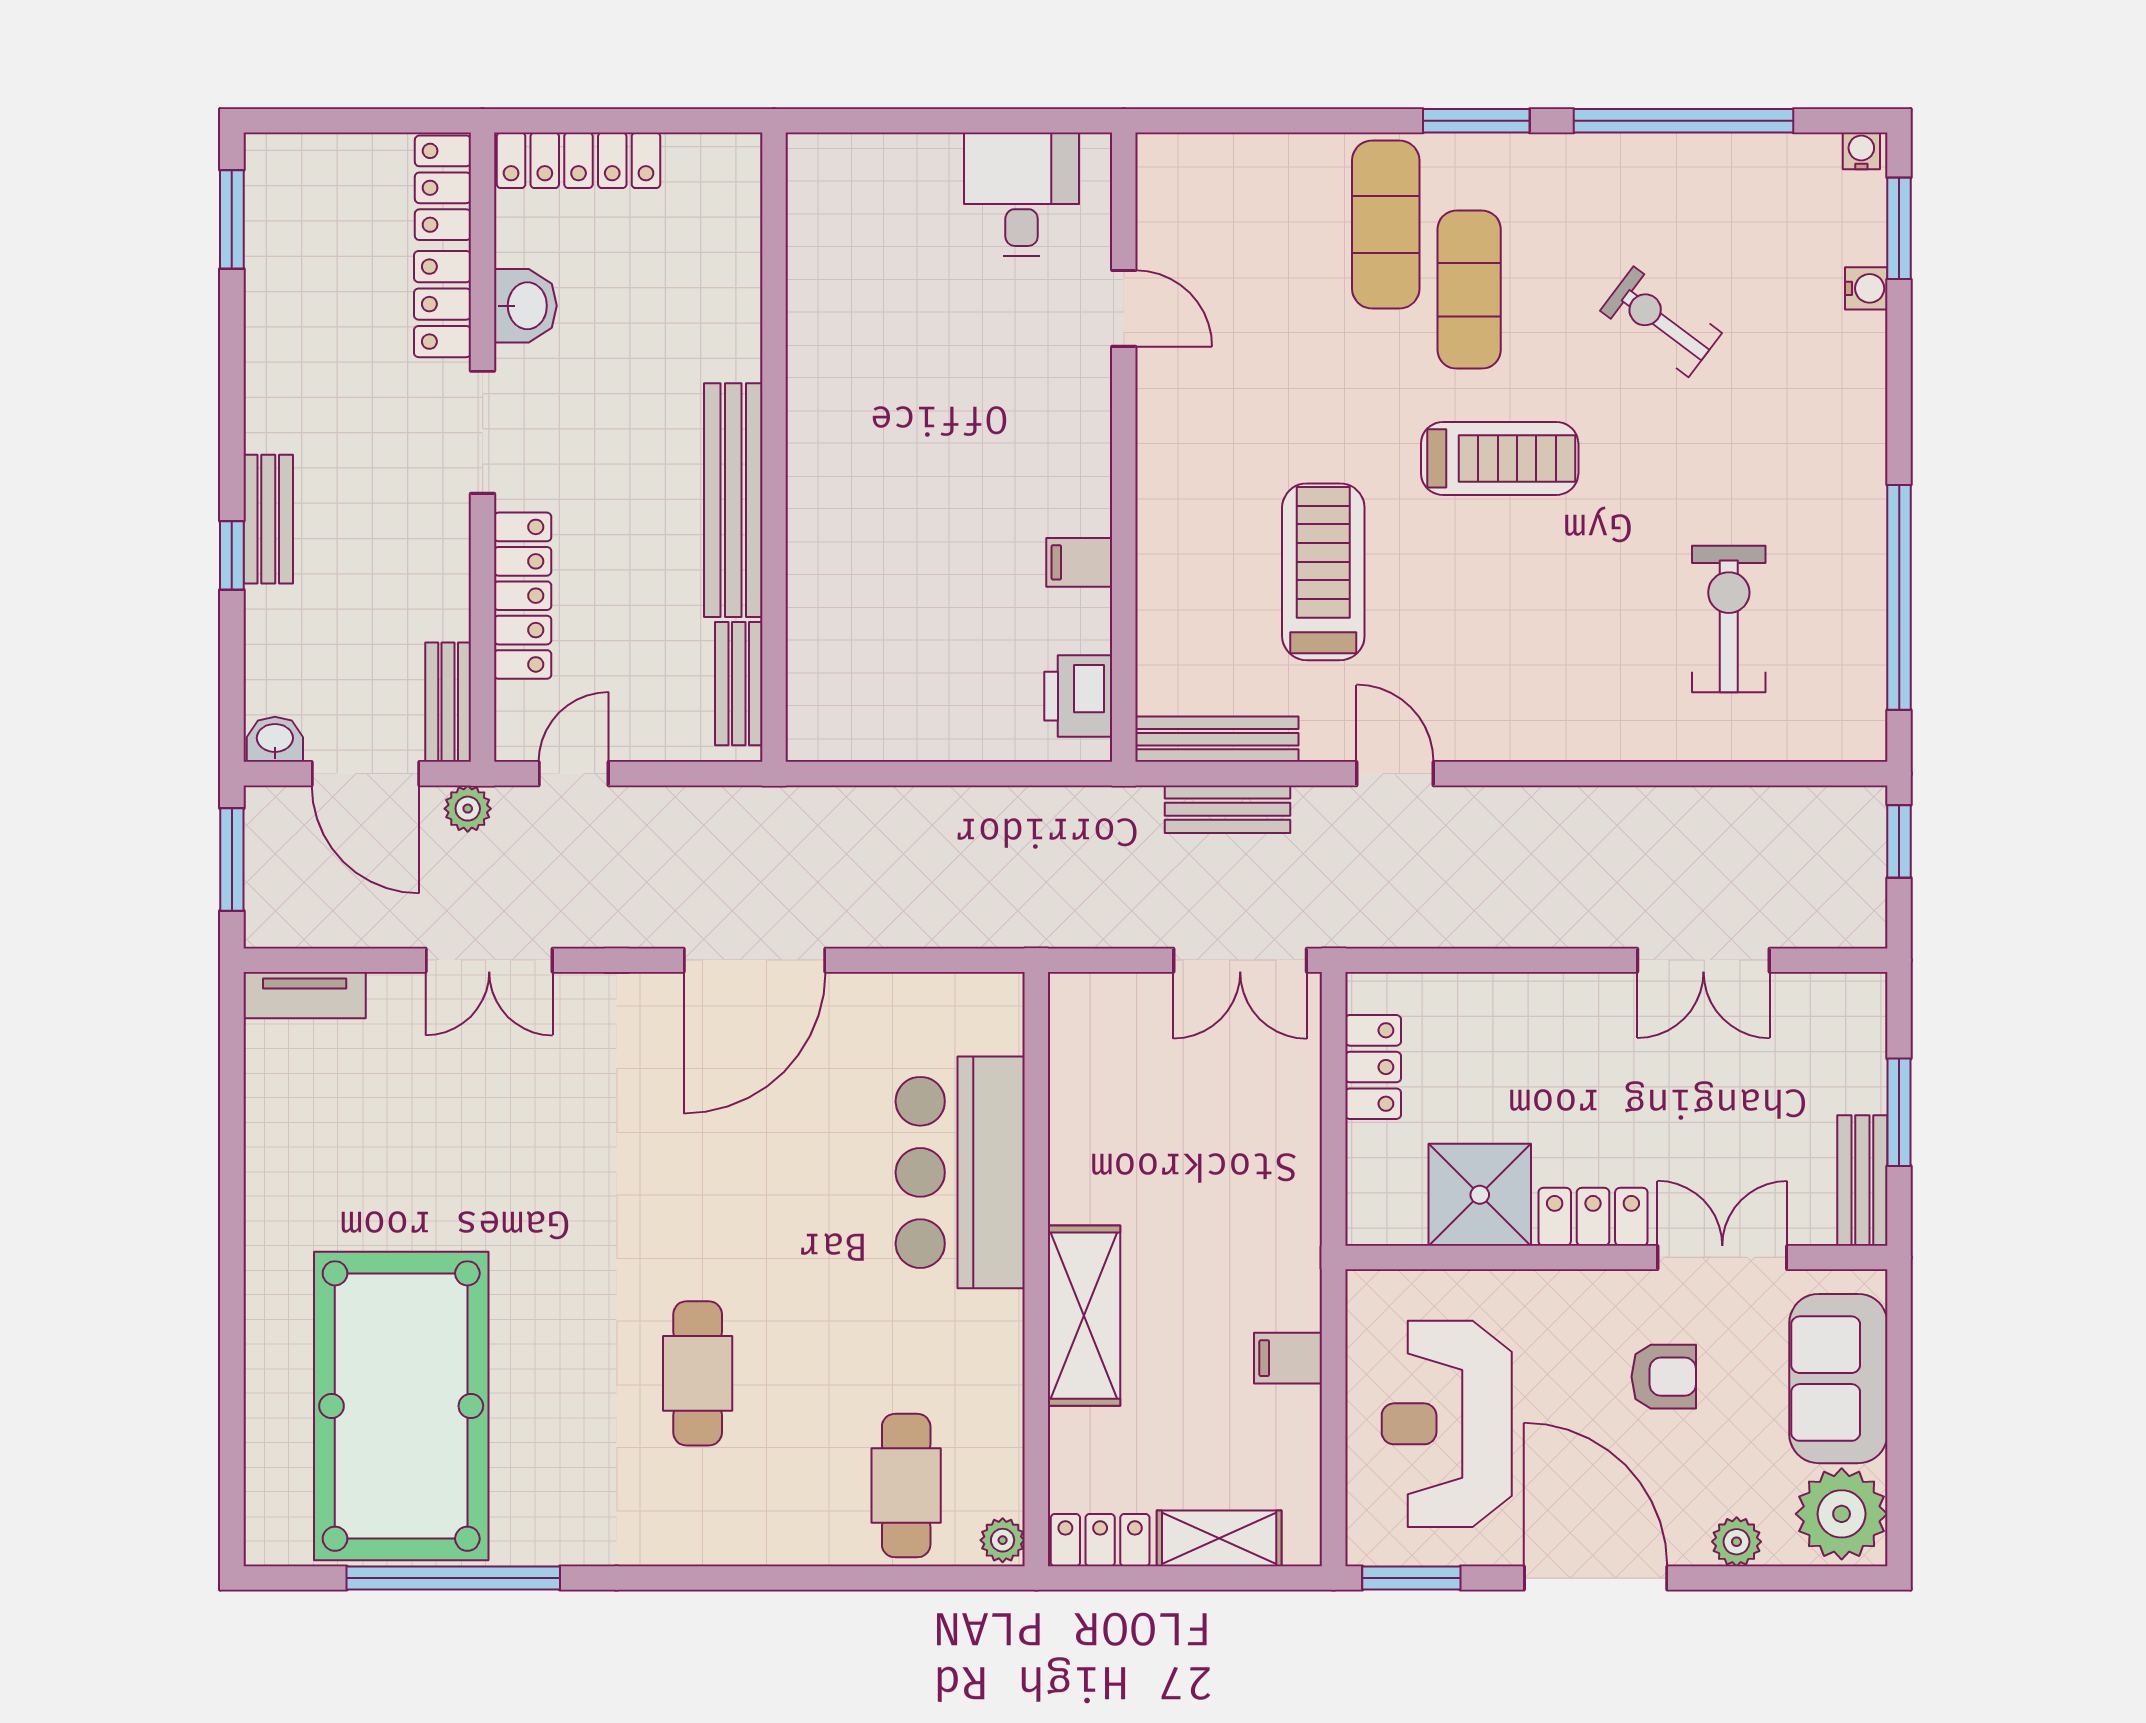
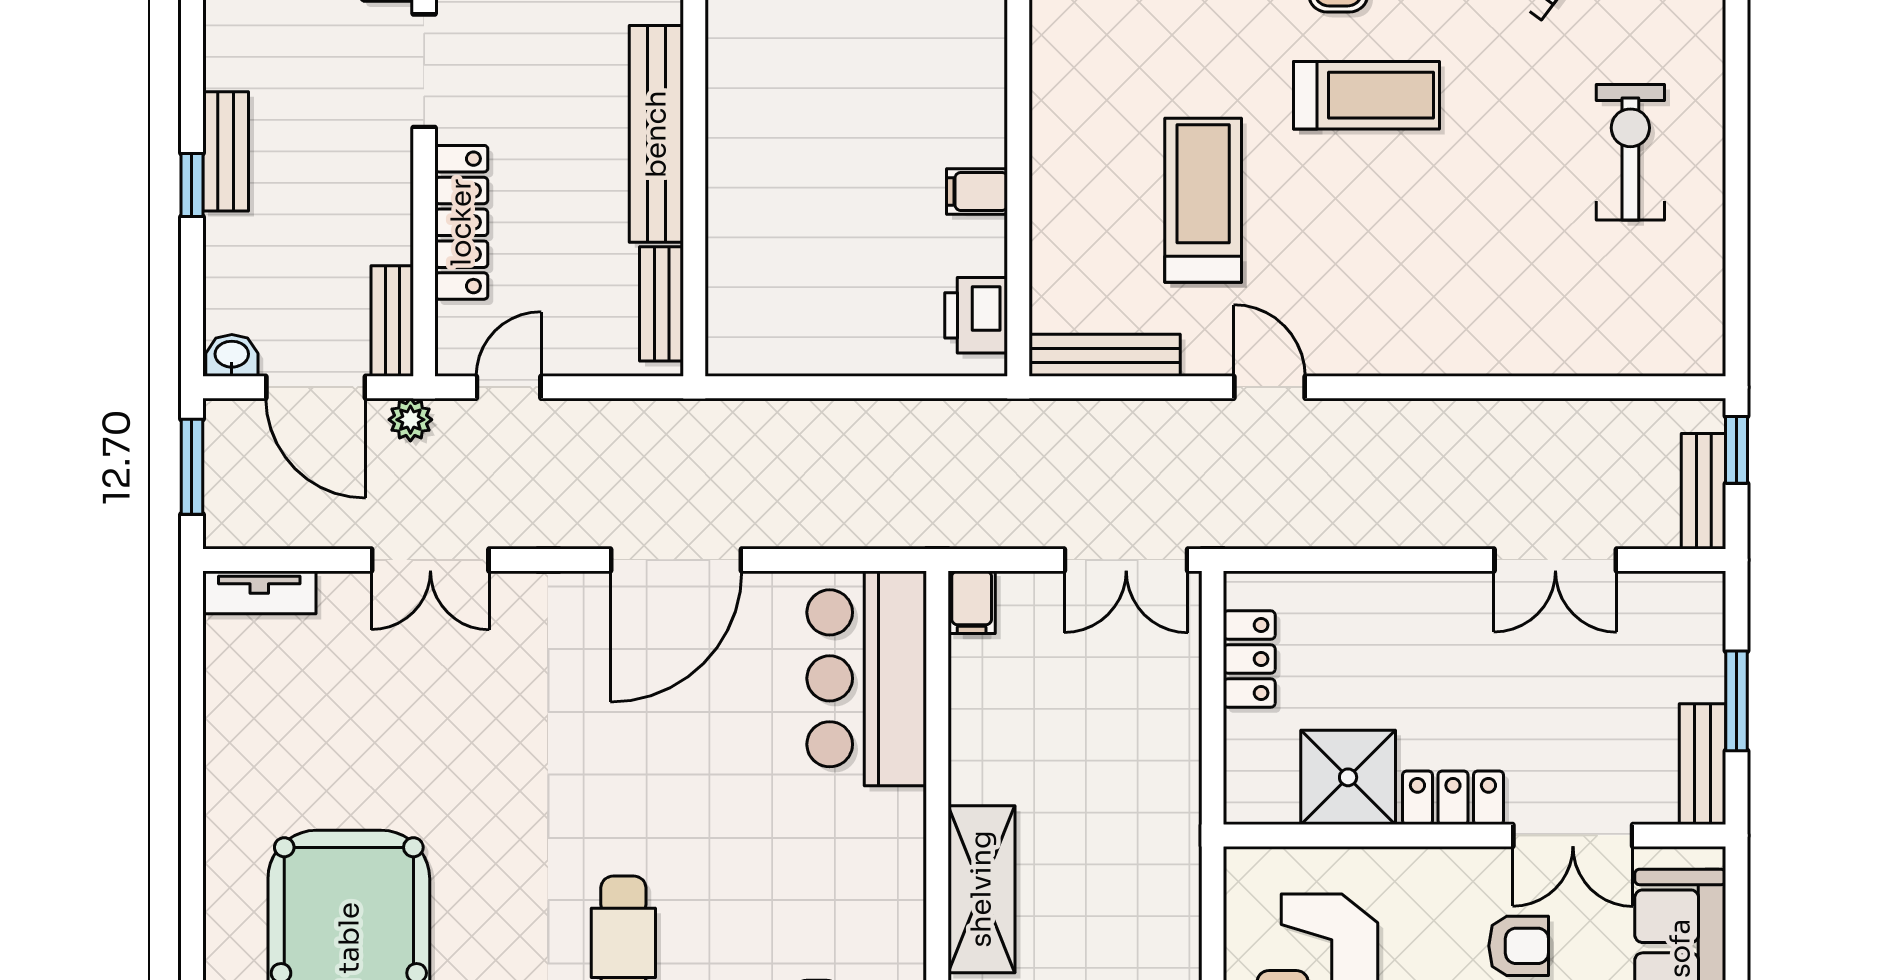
window: (1899, 597) -> (1737, 224), removed
exercise bike: (1729, 619) -> (1630, 152), moved
bench: (1227, 809) -> (1704, 491), moved, turned 90
bar counter: (960, 1172) -> (867, 678), moved
double door: (1722, 1257) -> (1573, 835), swing flipped
filing cabinet: (1288, 1358) -> (972, 602), moved, turned -90

